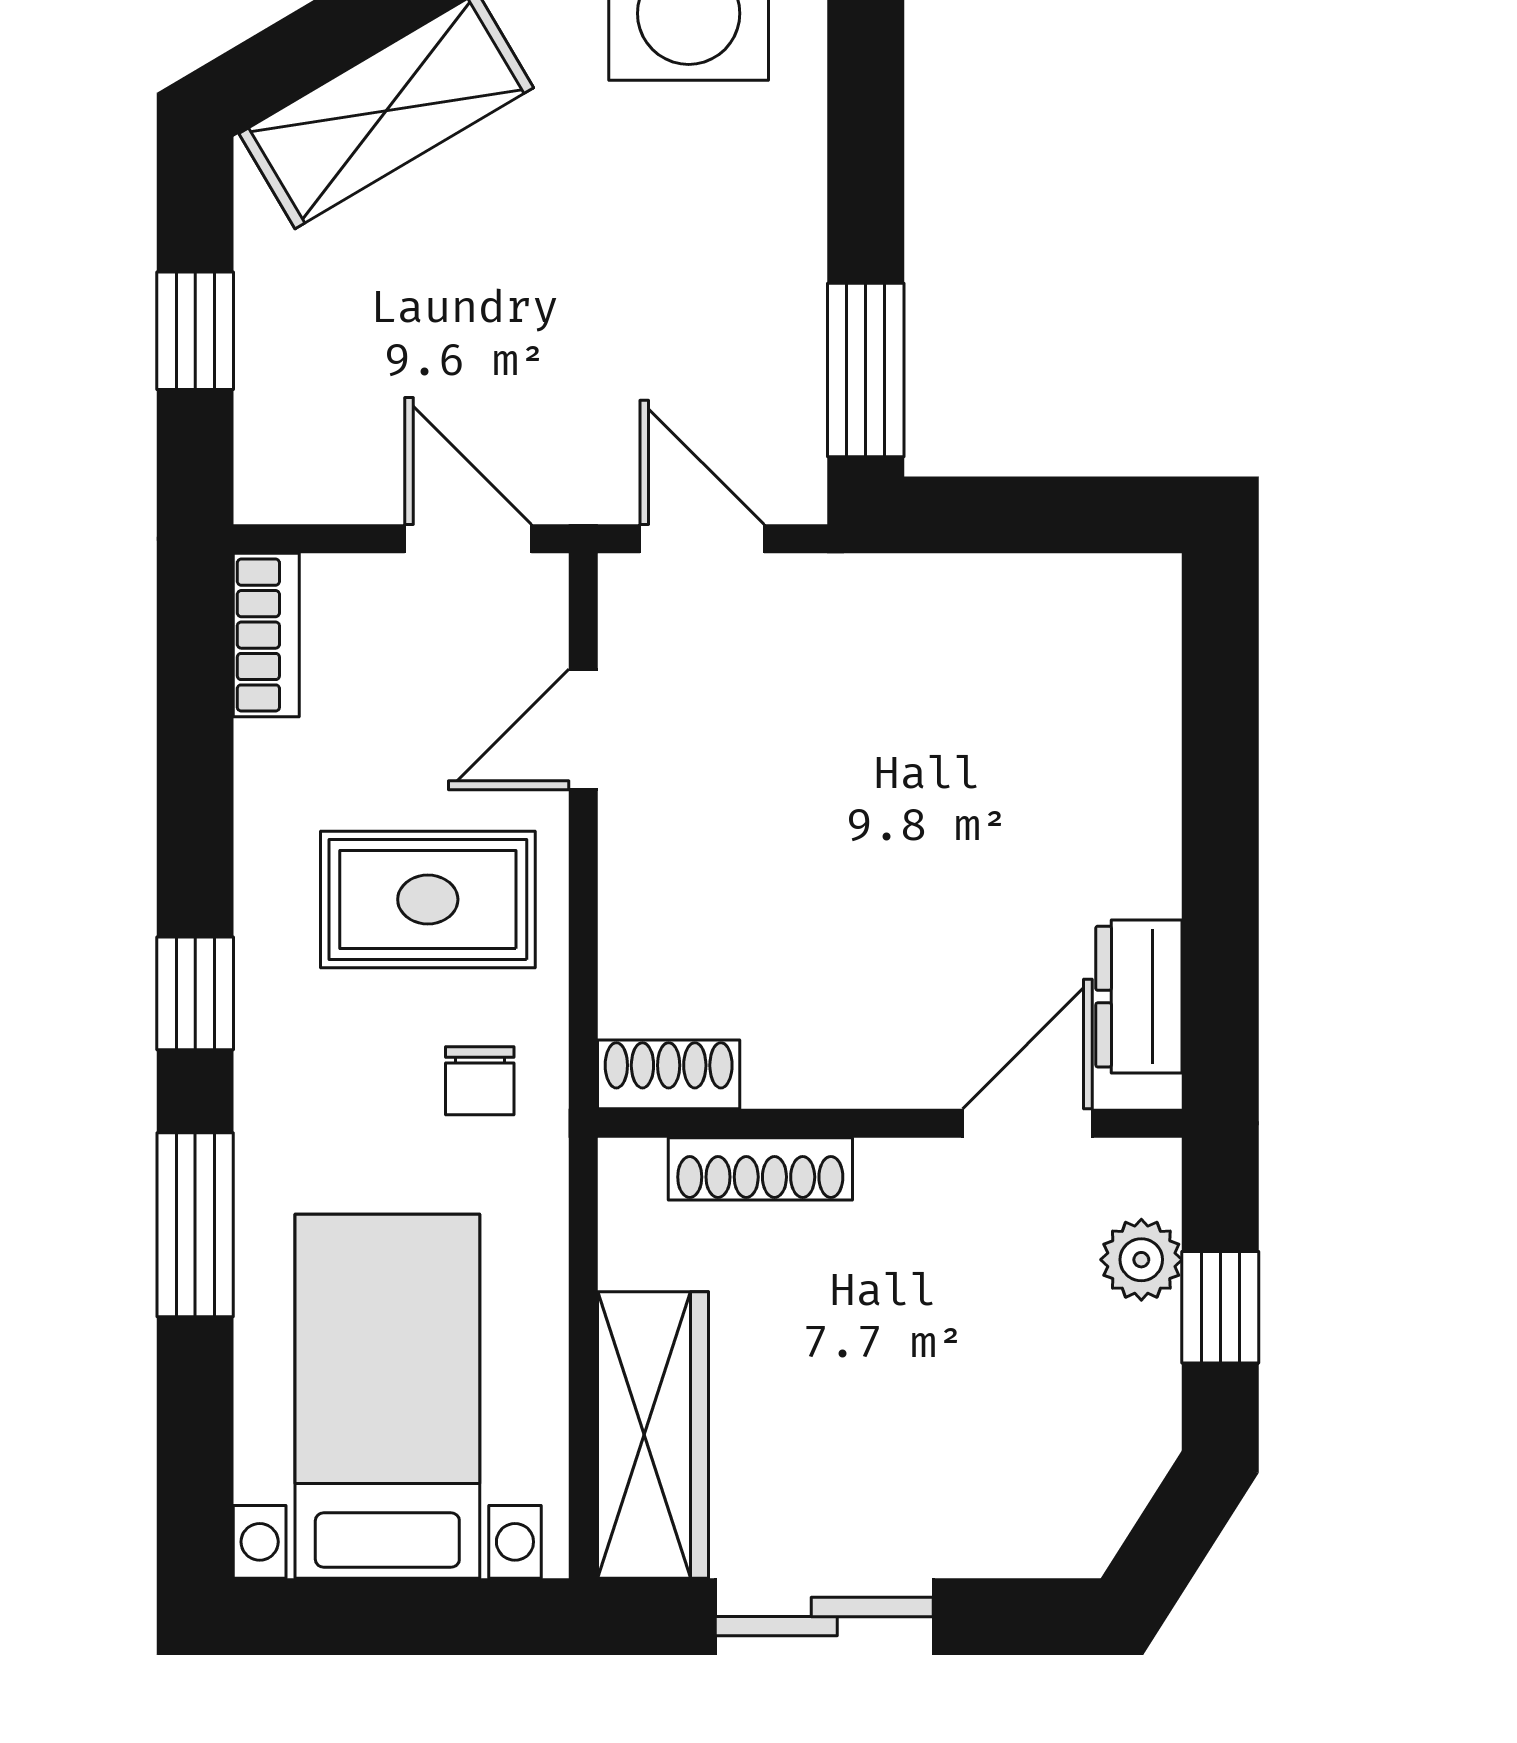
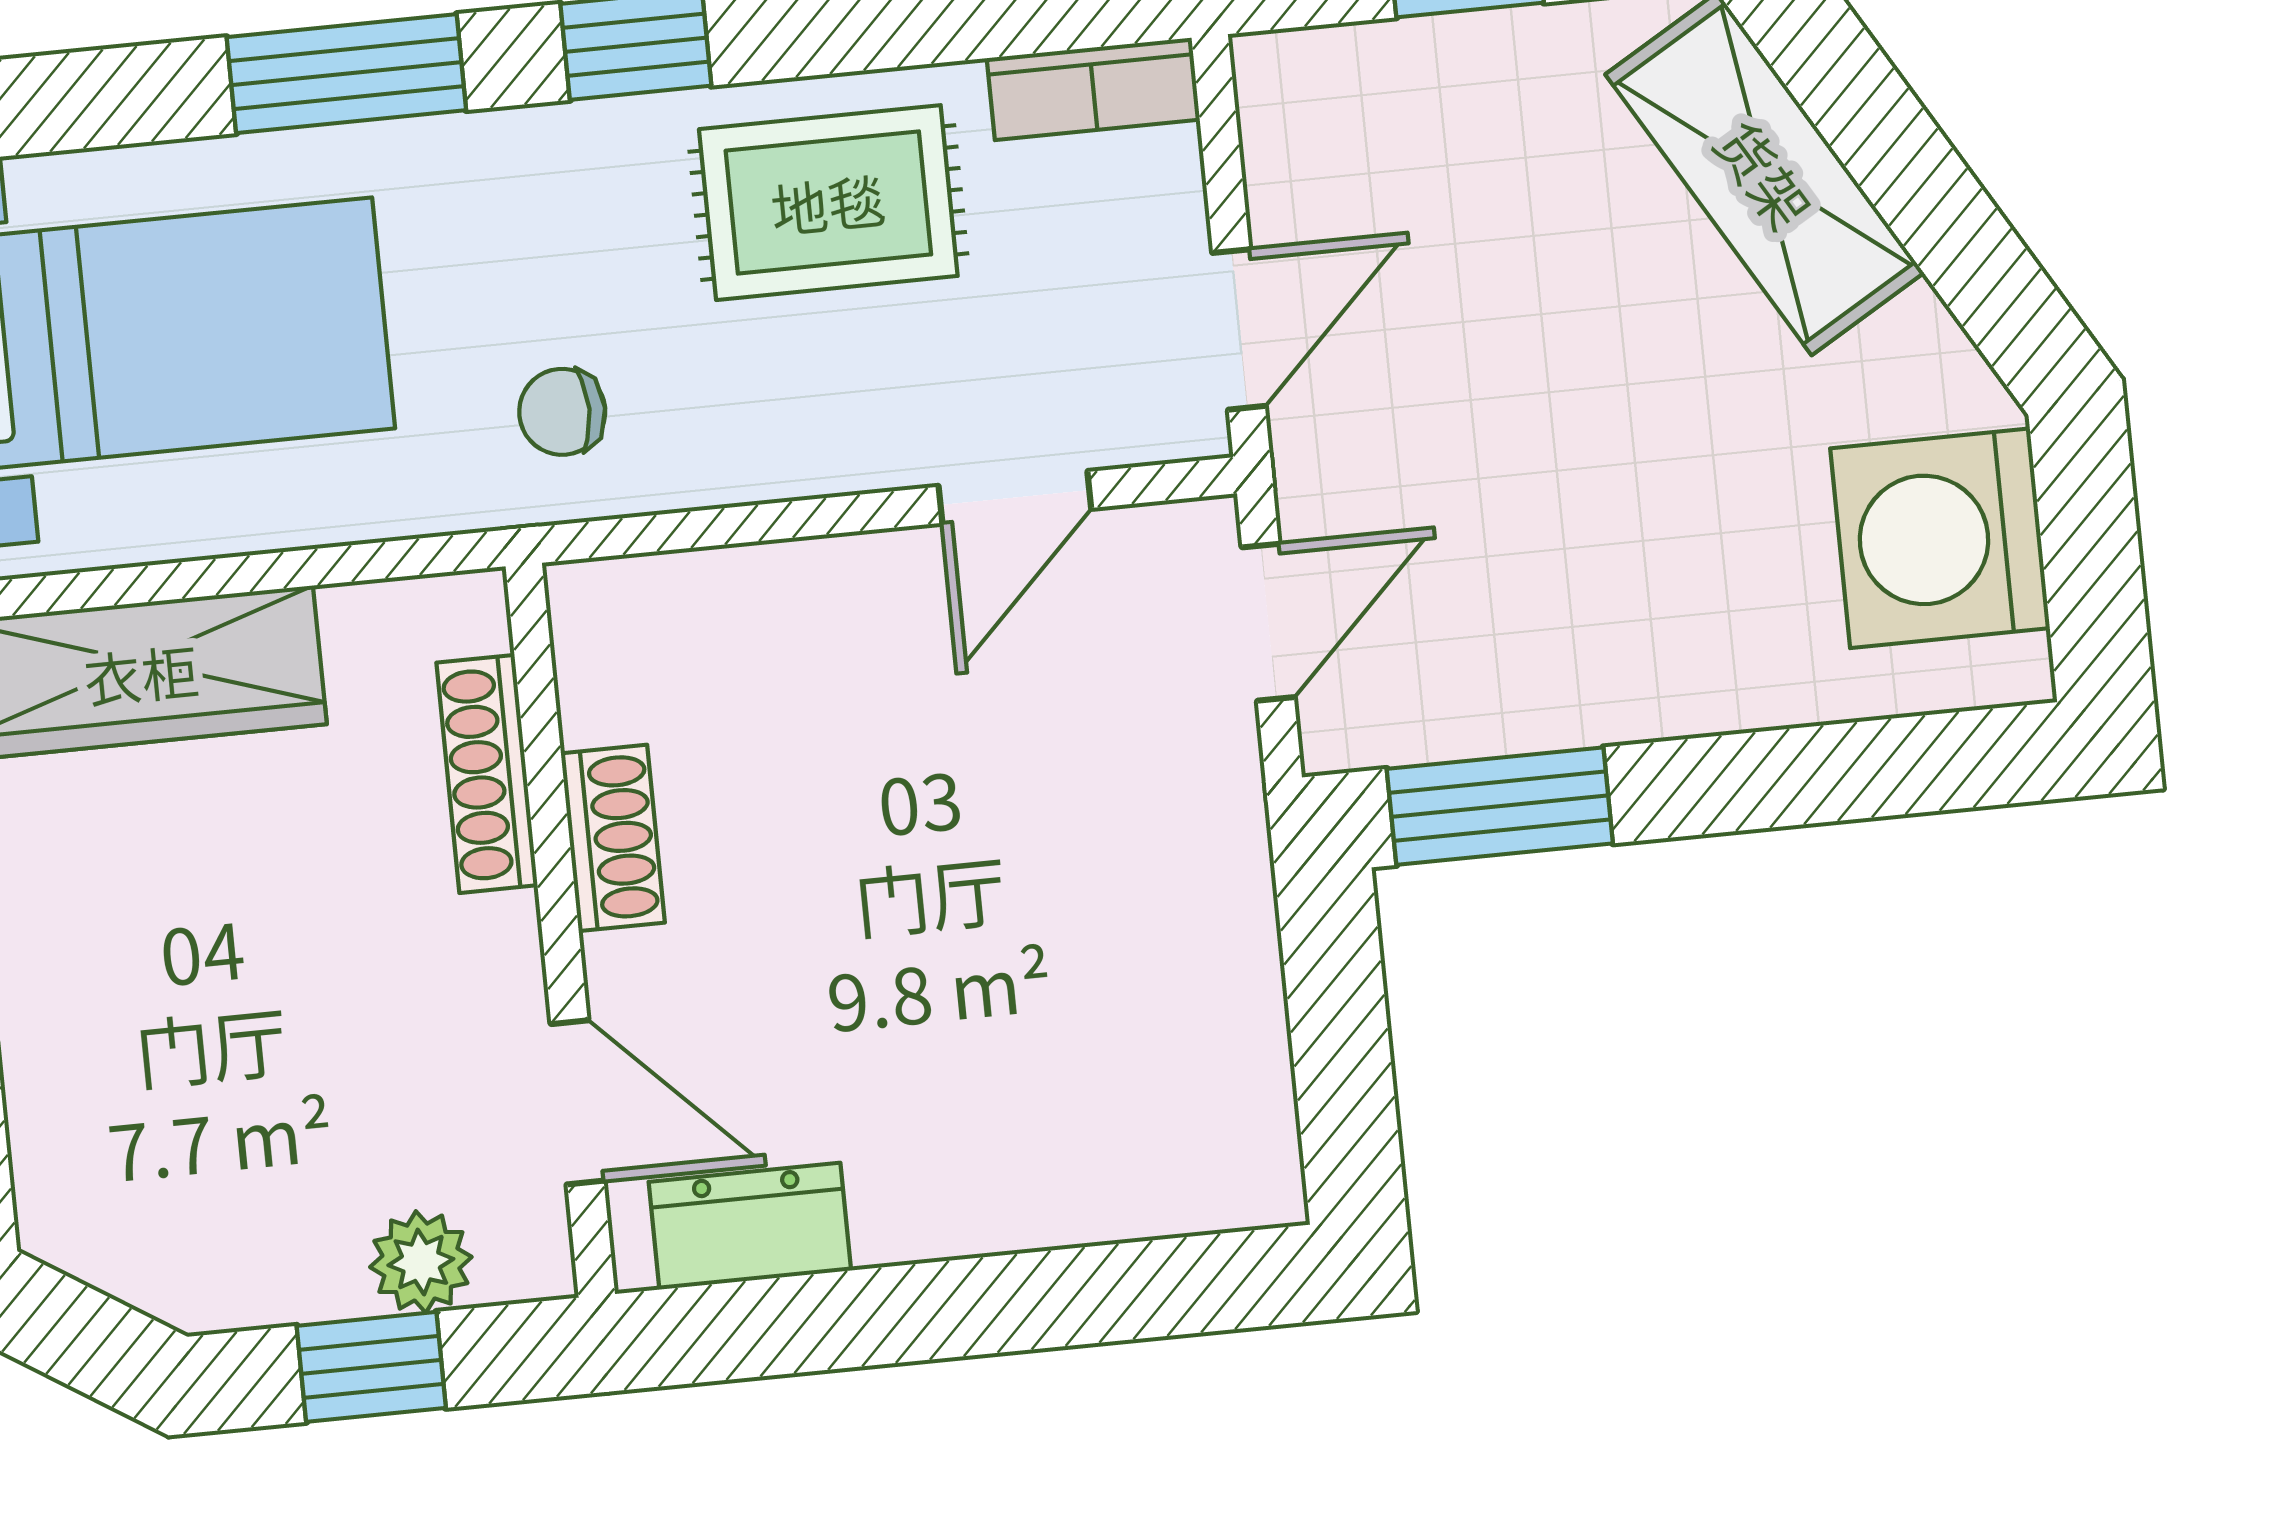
door: (583, 729) -> (1015, 497), swing flipped
rug: (428, 899) -> (828, 203), moved, turned 90
shoe rack: (669, 1074) -> (613, 838), moved

